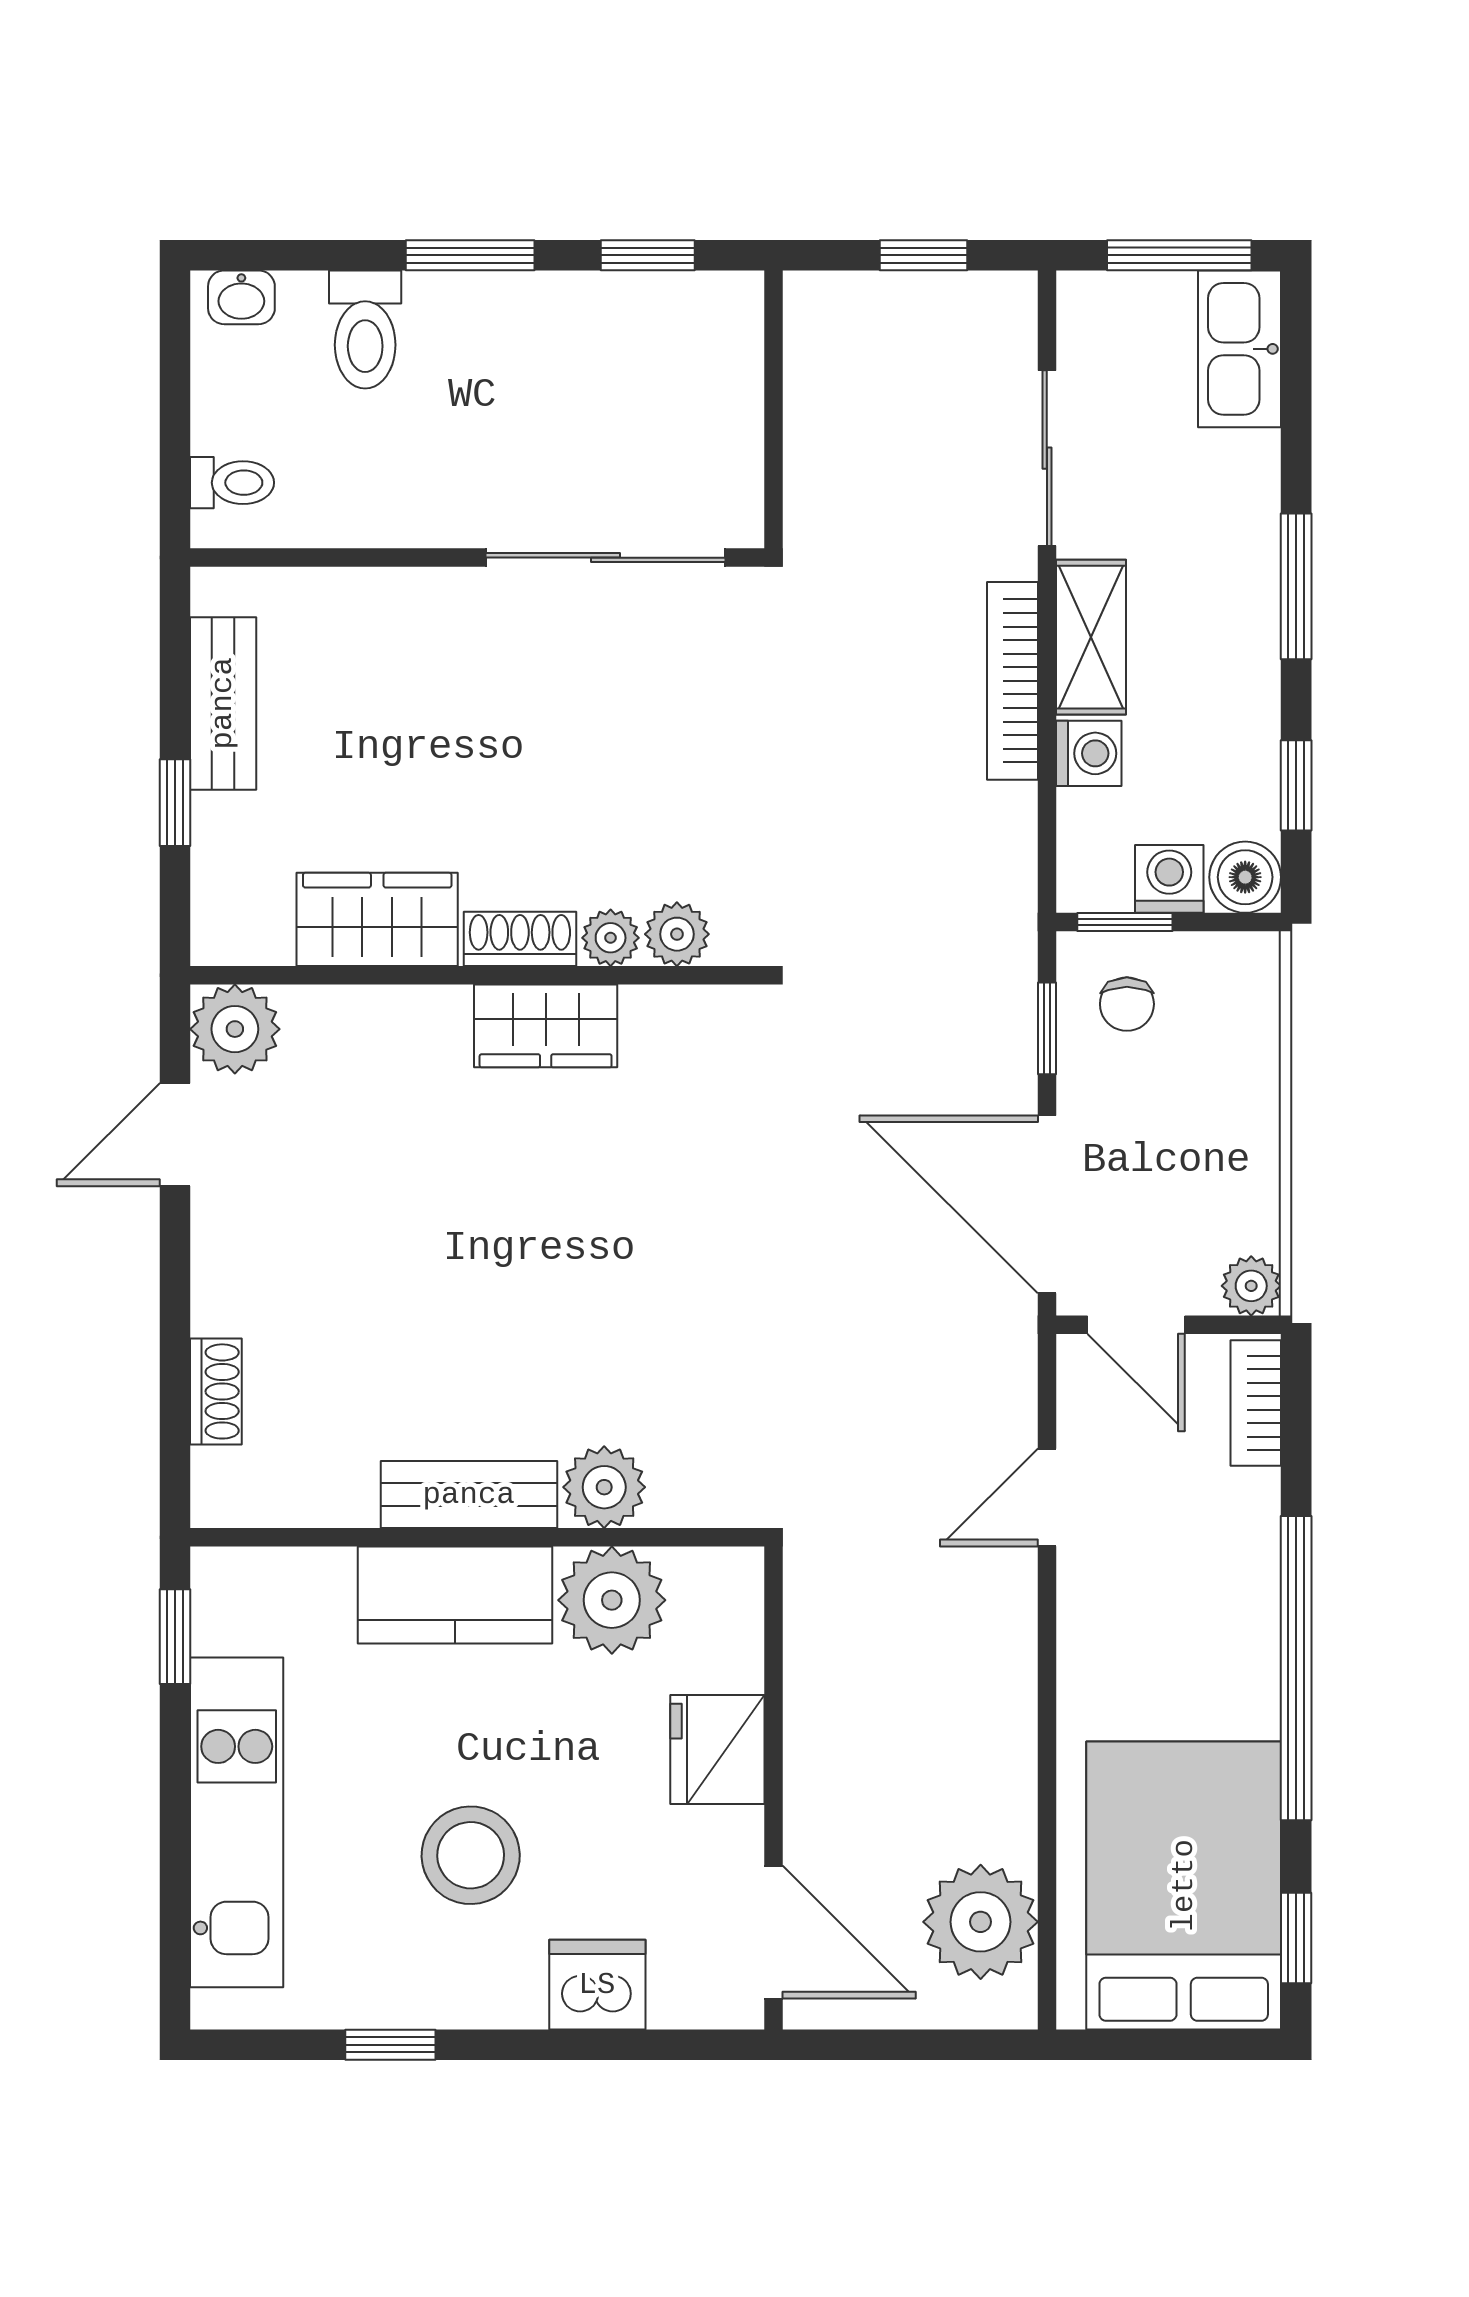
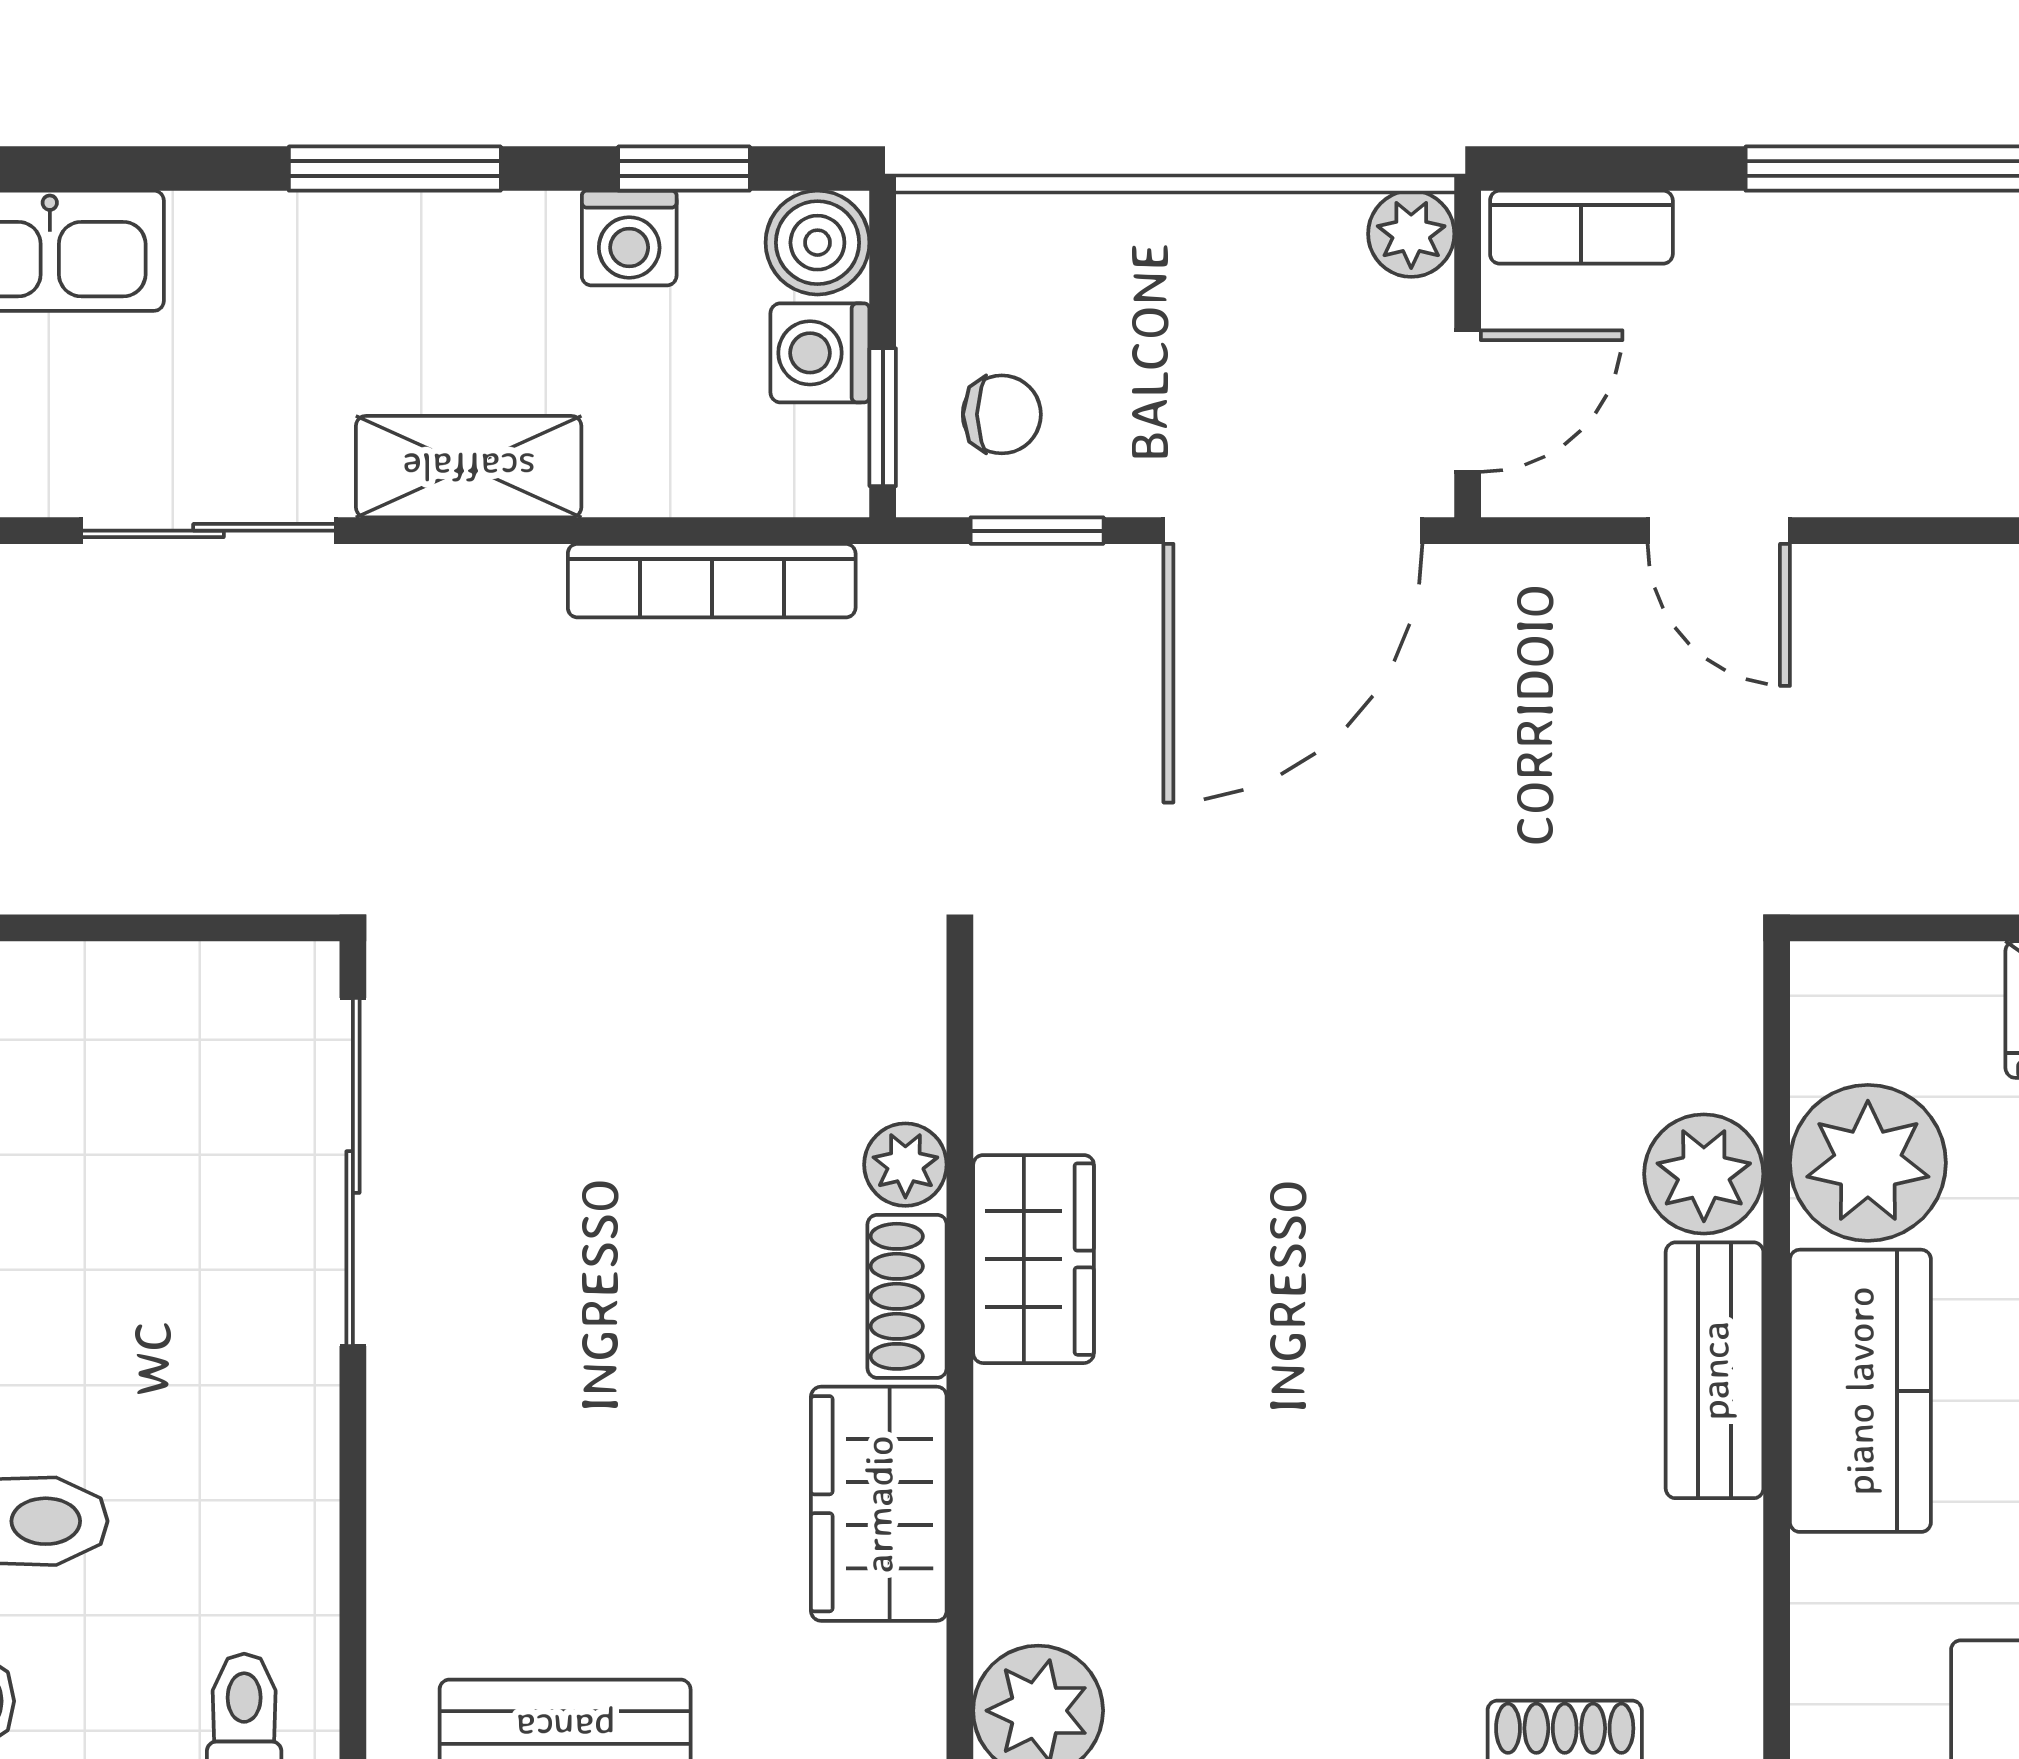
bookcase: (1012, 681) -> (712, 581), moved
washing machine: (1089, 753) -> (629, 238), moved, turned 180
plant: (677, 934) -> (900, 1068), removed

